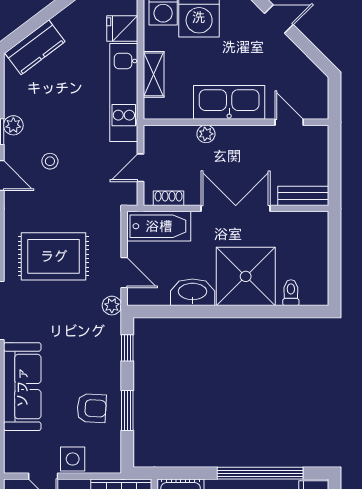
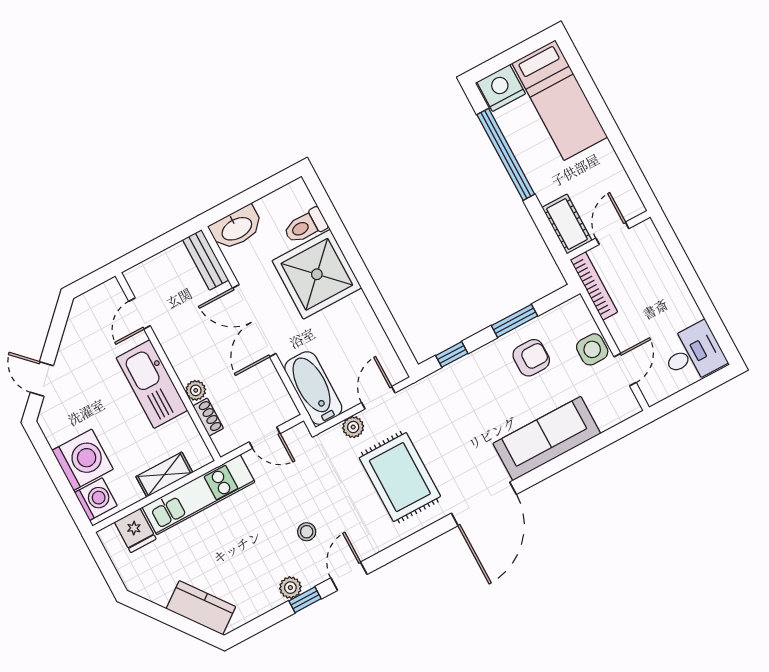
shoe rack: (169, 198) -> (208, 417), moved, turned 180
washbasin: (193, 292) -> (236, 228), moved, turned -90
toilet: (291, 293) -> (305, 226), width x1.37, depth x1.39
plant: (112, 306) -> (353, 427), moved
armchair: (92, 408) -> (531, 358), turned 87

